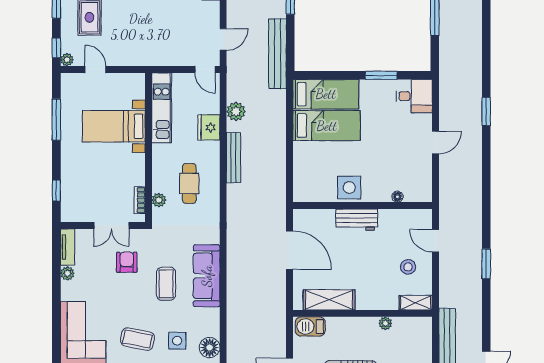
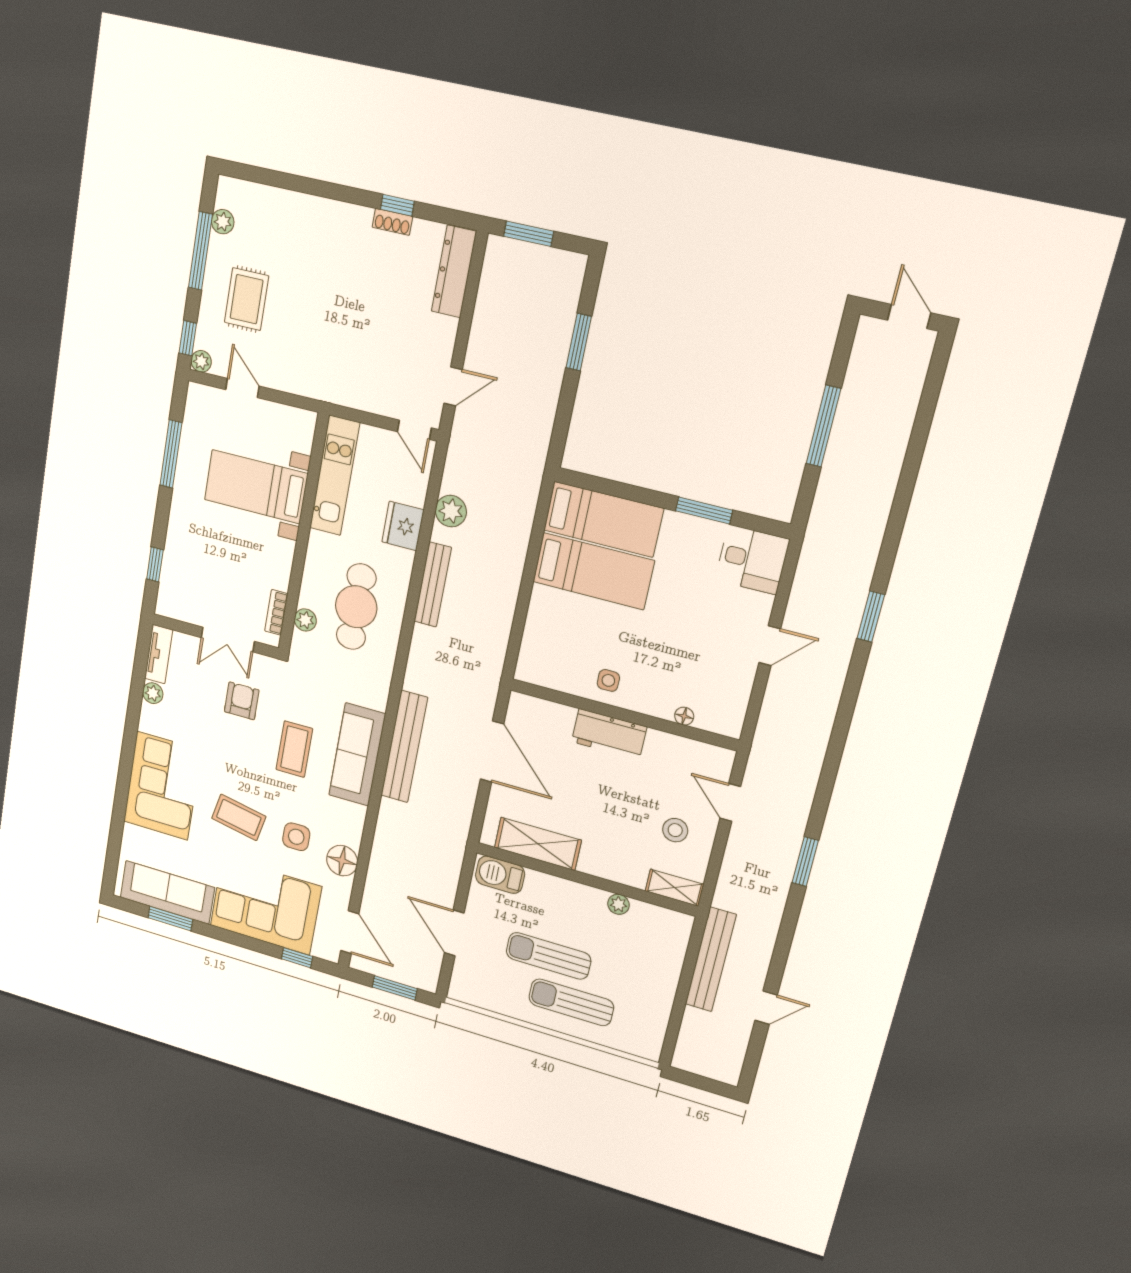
bench: (277, 54) -> (404, 747), moved
cafe table: (189, 183) -> (356, 607), width x1.37, depth x1.35
side table: (349, 188) -> (608, 680), width x0.54, depth x0.54

